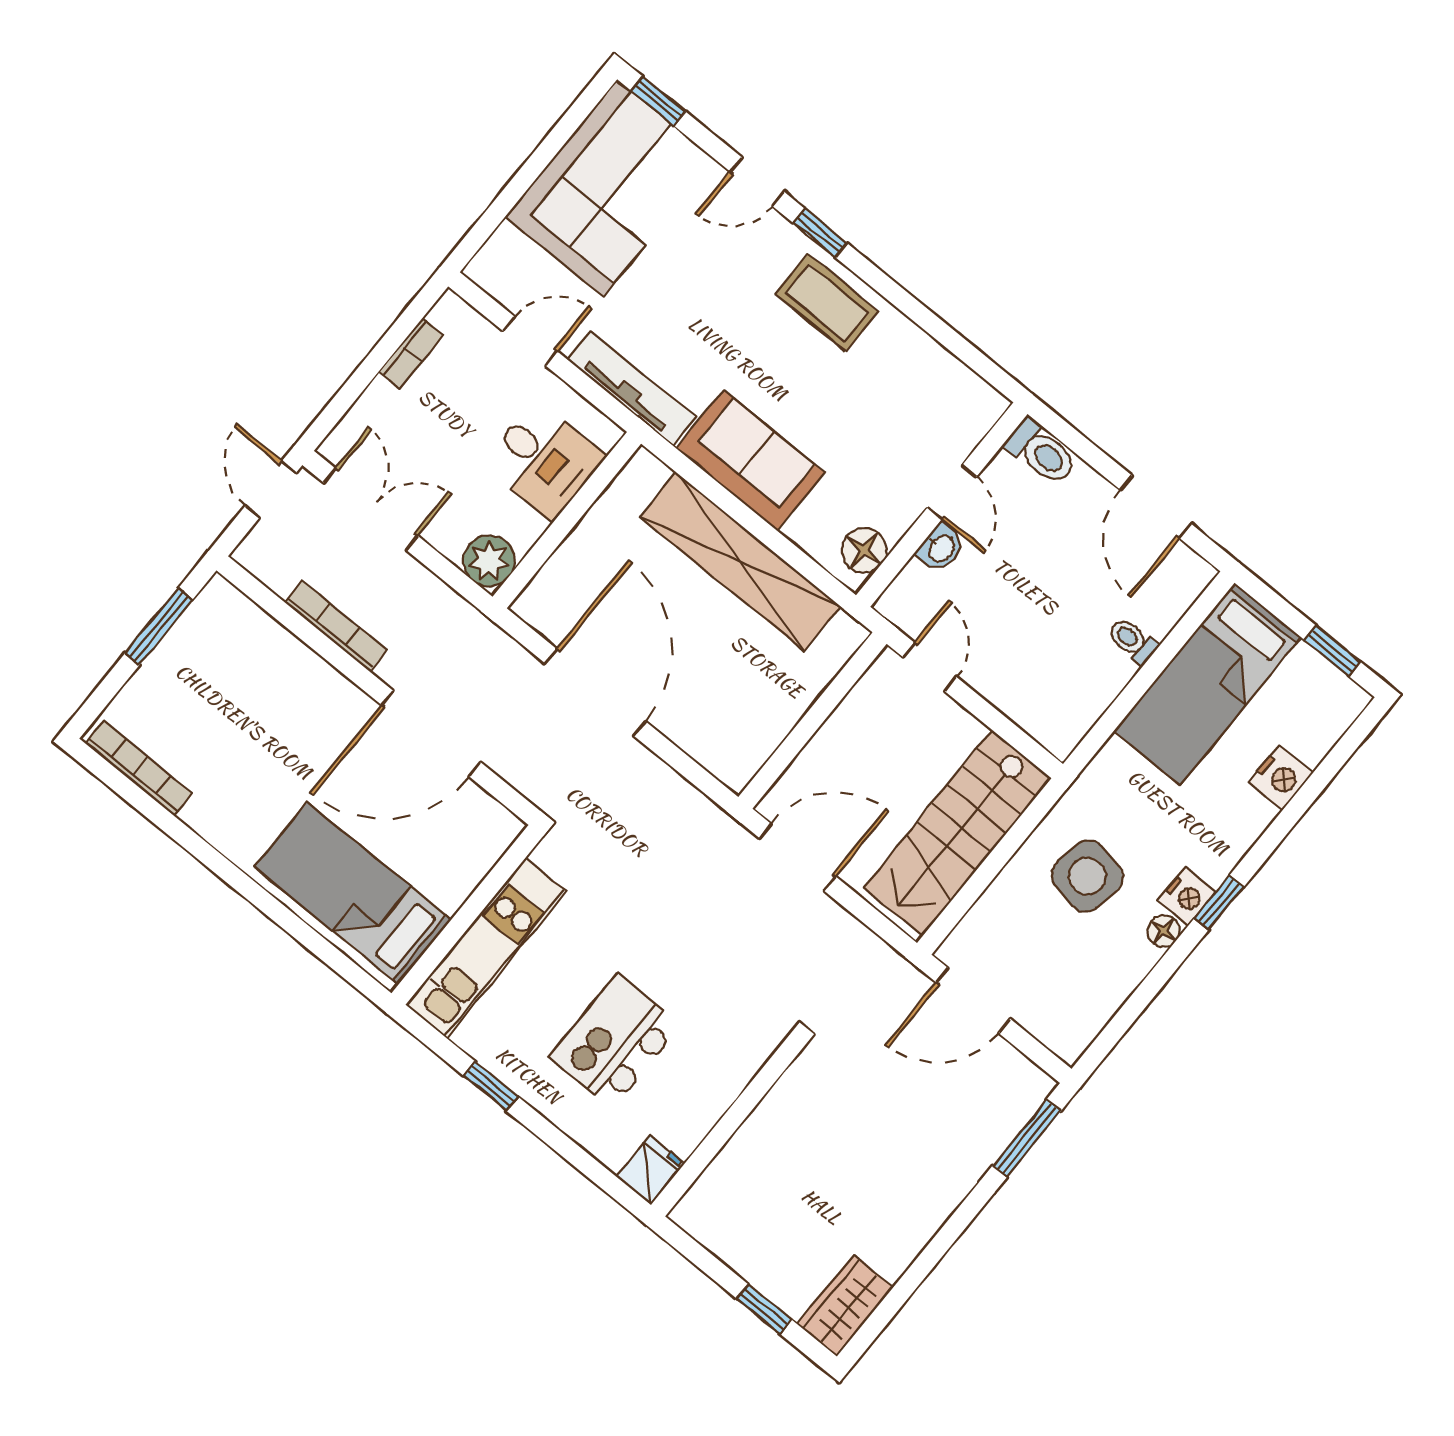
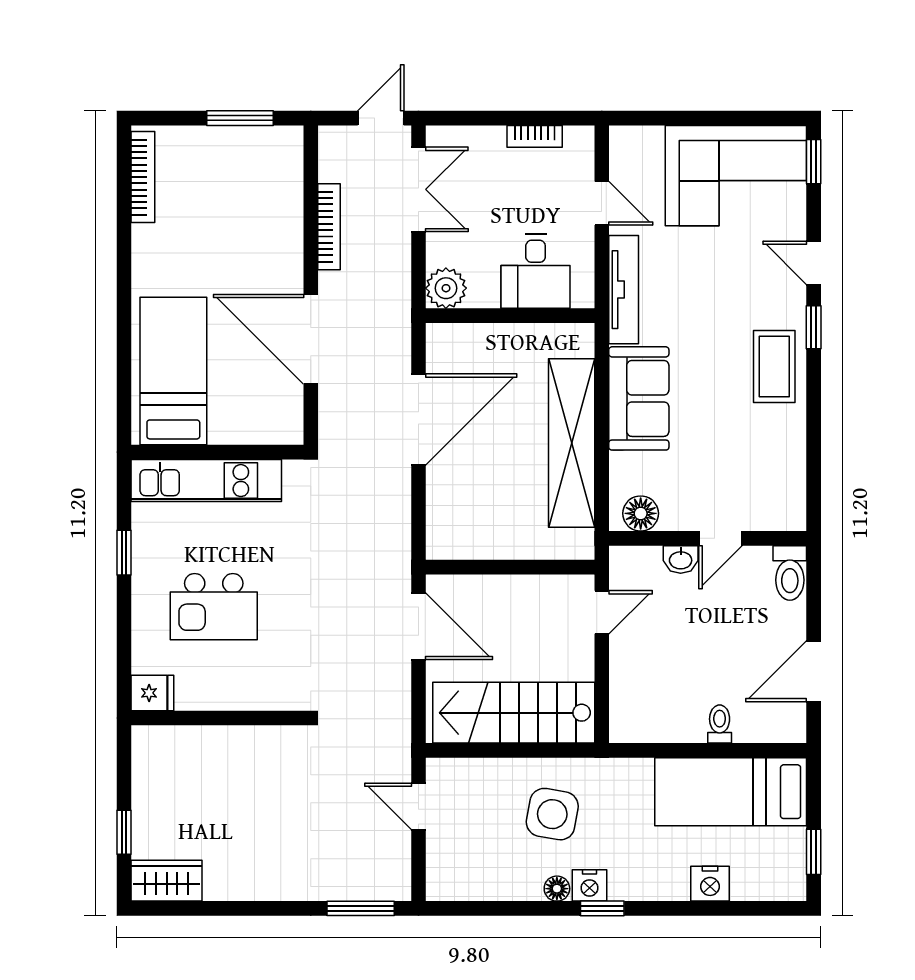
door: (973, 1000) -> (419, 806), width x0.73
kitchen island: (615, 1041) -> (214, 607), turned 180

